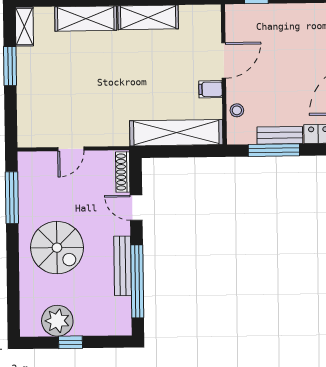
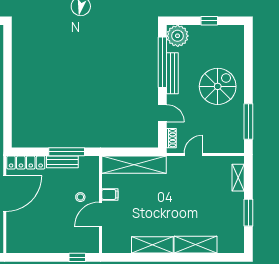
shelving: (24, 27) -> (238, 178), moved
stool: (237, 110) -> (80, 197), moved
door: (71, 149) -> (193, 155), moved
shoe rack: (123, 172) -> (171, 138), width x0.70
spiral stairs: (57, 248) -> (218, 86), turned 90
plant: (57, 321) -> (178, 36), moved

